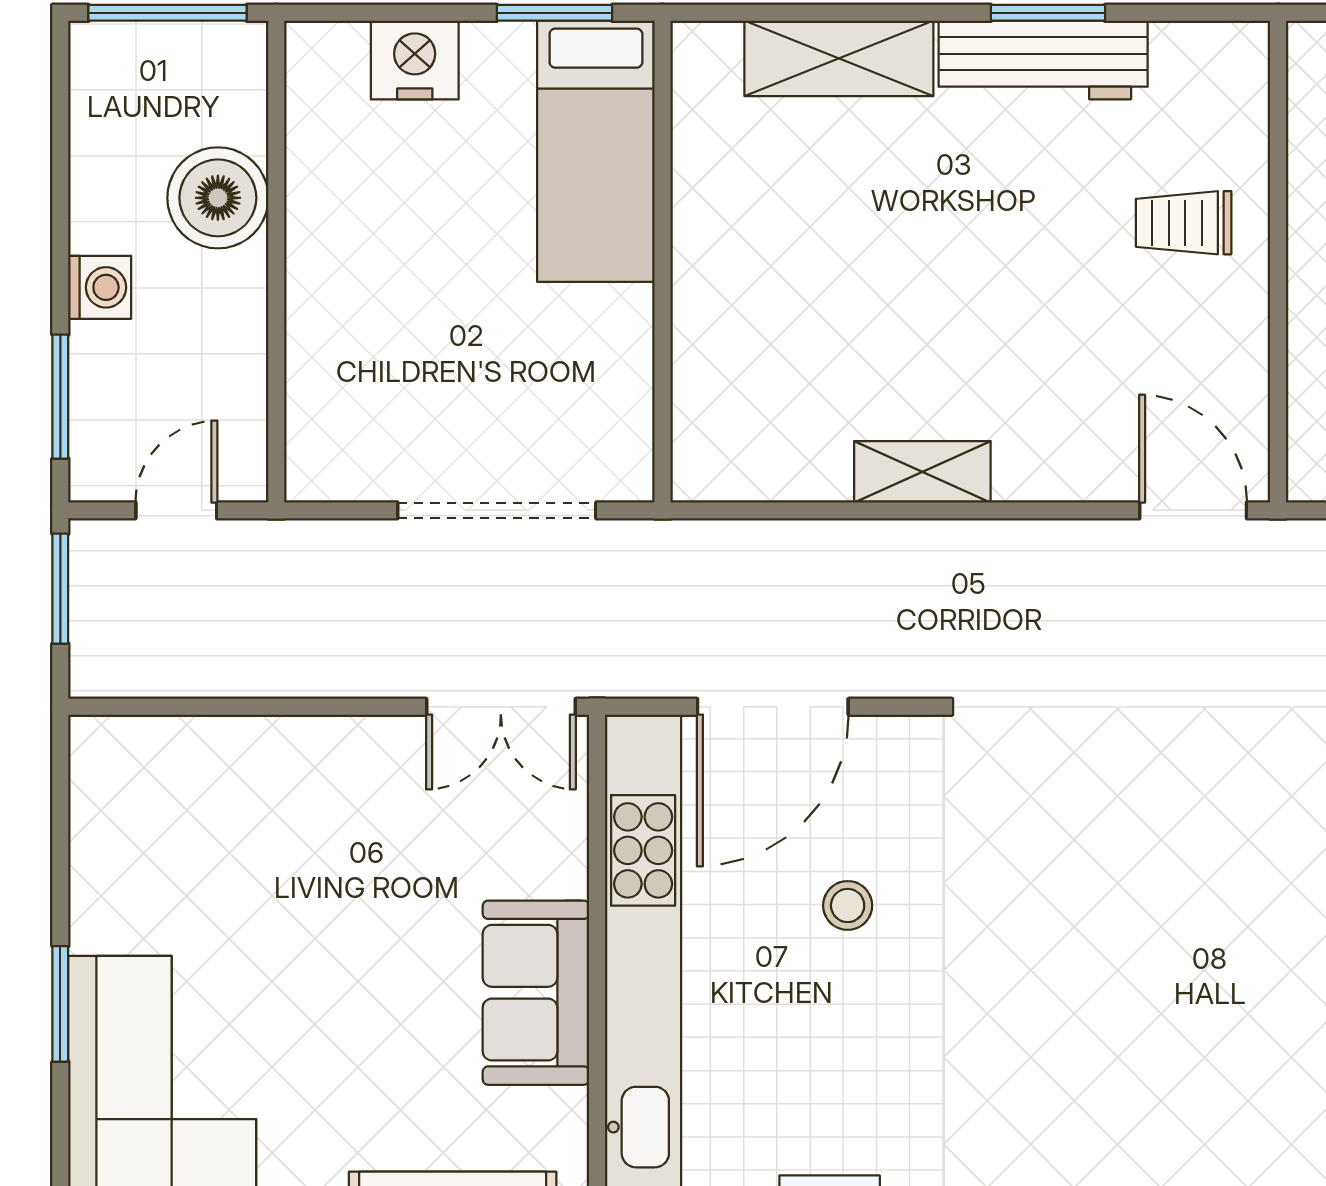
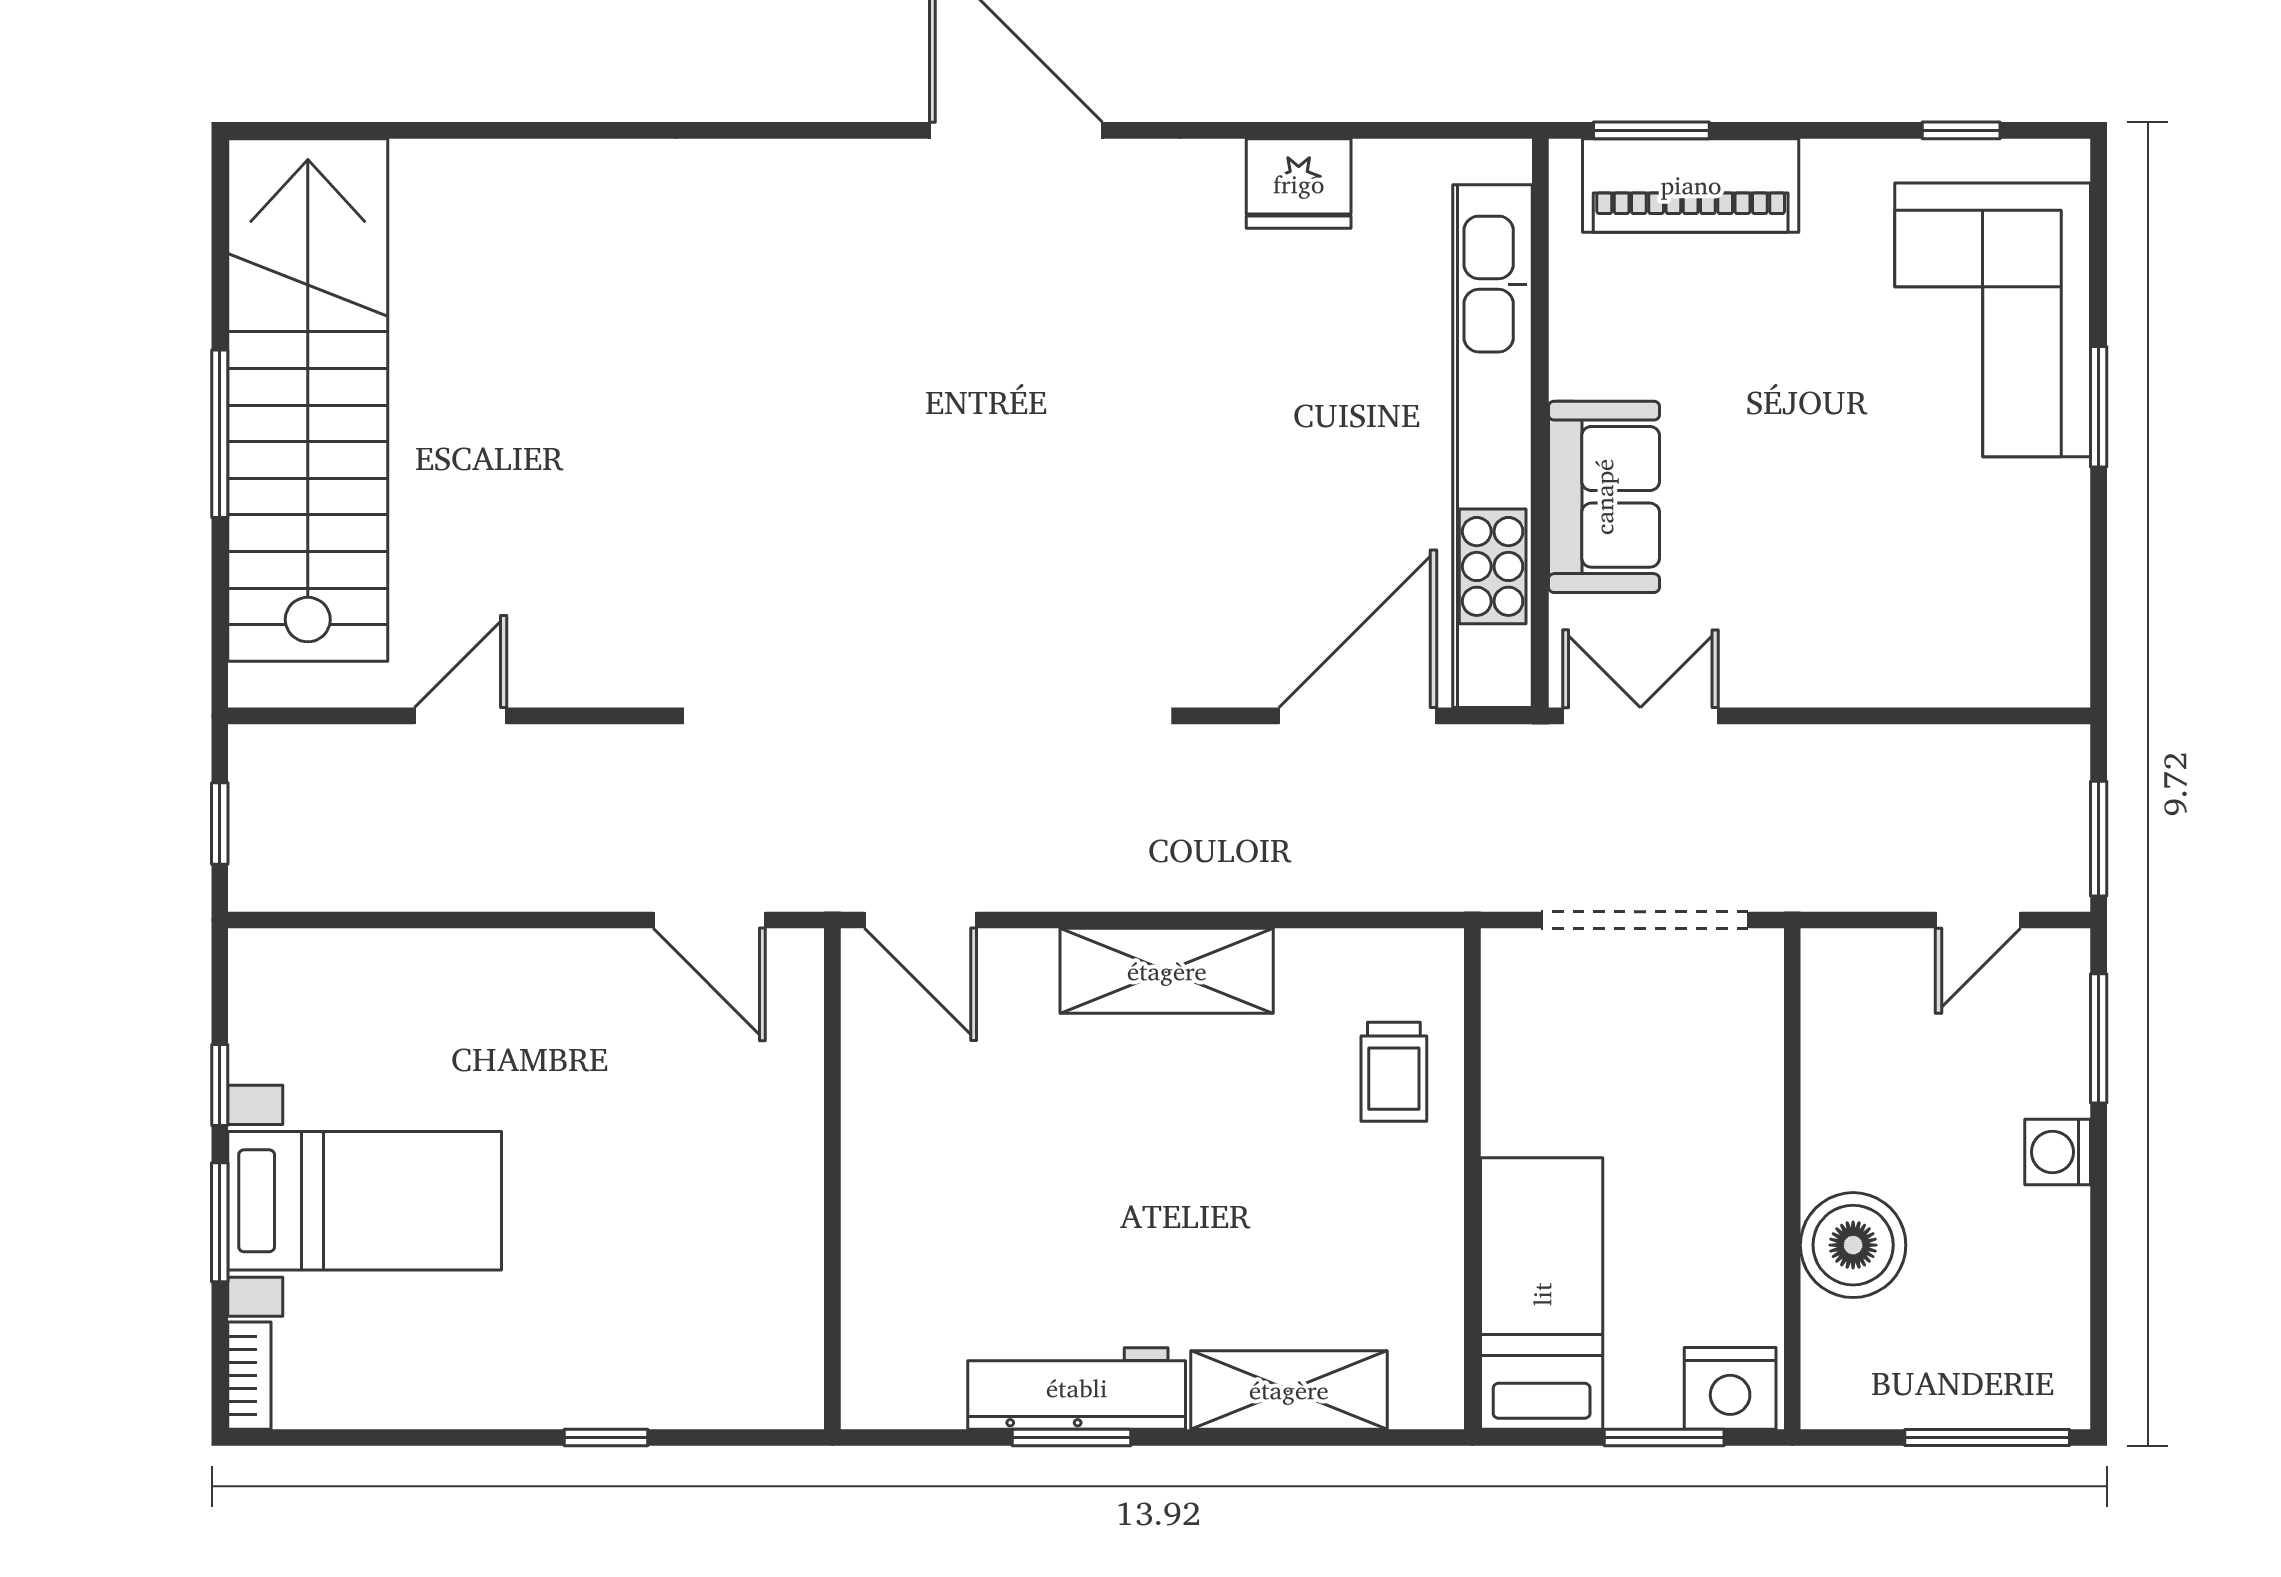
window: (555, 13) -> (1664, 1437), moved
boiler: (218, 198) -> (1853, 1245), moved
trolley: (1184, 223) -> (1394, 1072), moved, turned 90
wall: (276, 262) -> (1792, 1179), moved
shelving: (922, 472) -> (1167, 971), width x1.50, depth x1.33
stool: (848, 905) -> (1280, 509), removed
sofa: (536, 993) -> (1604, 497), moved

